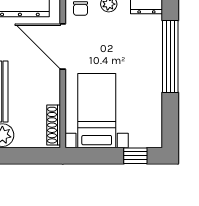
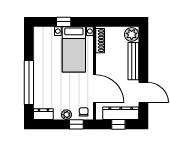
window: (135, 156) -> (64, 22), moved

